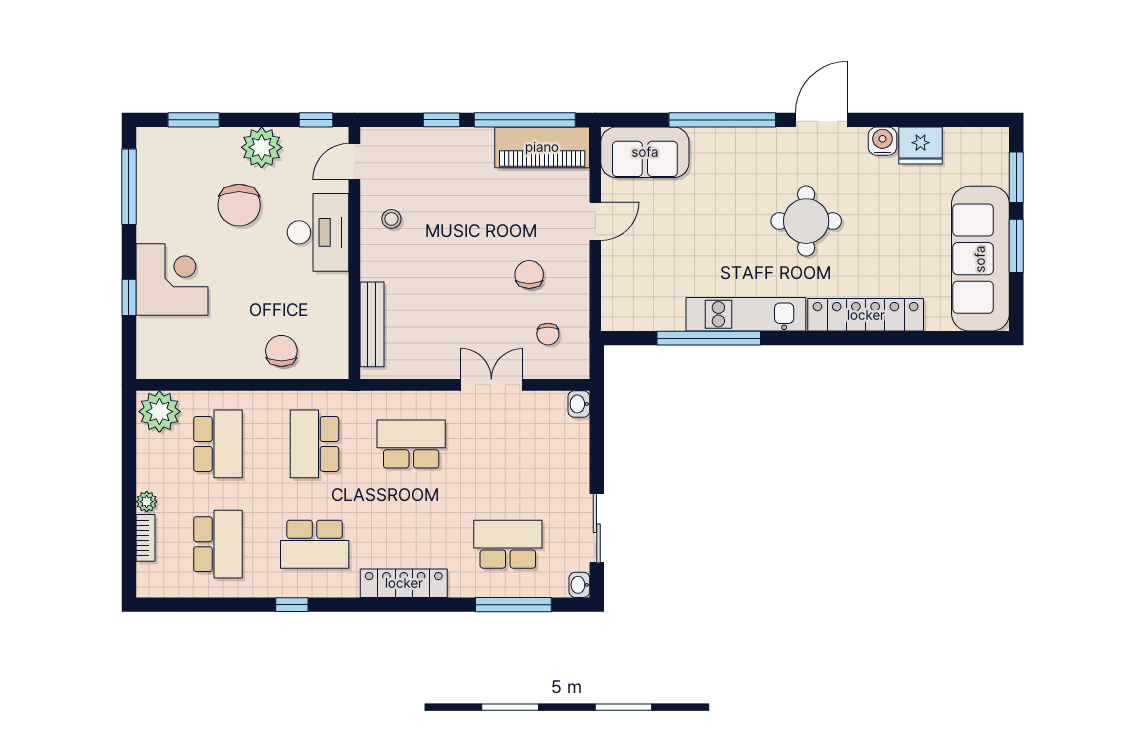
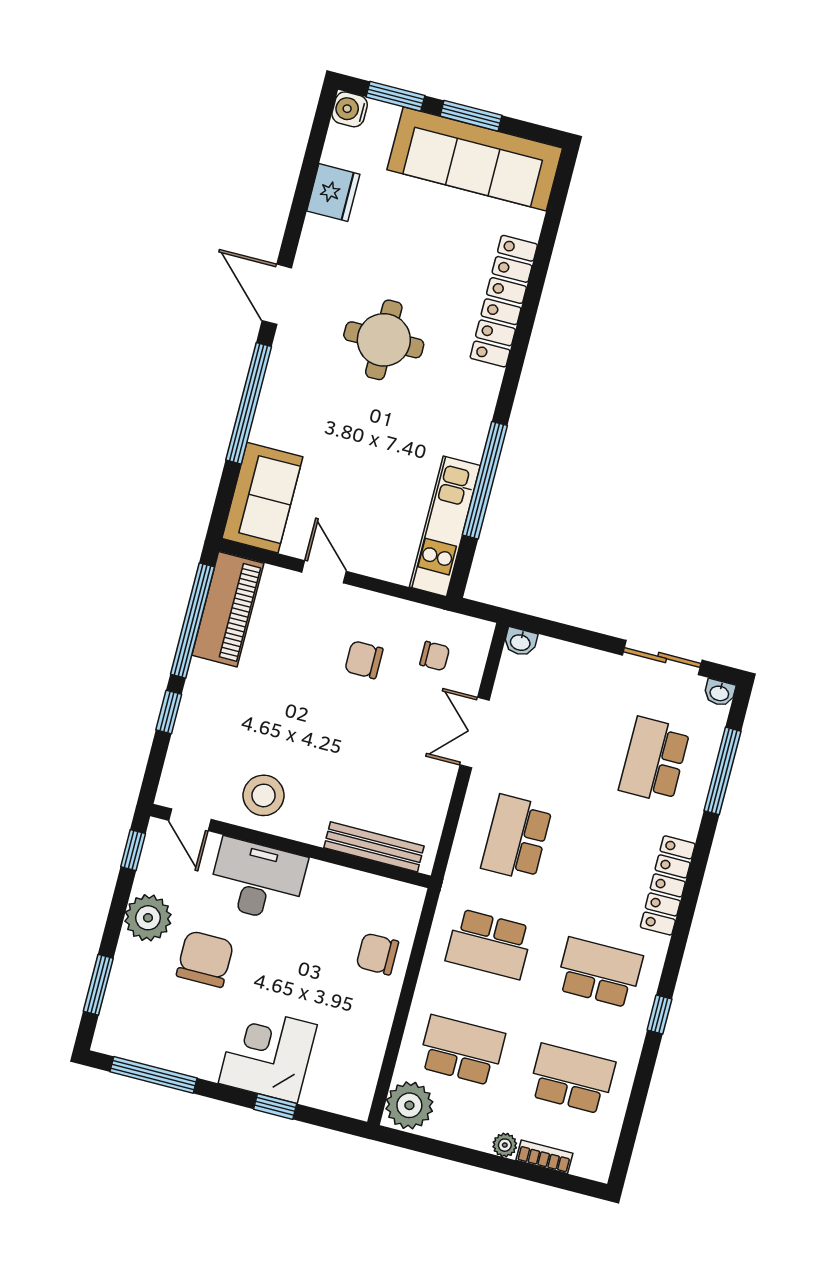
water cooler: (882, 141) -> (350, 109), moved
chair: (239, 205) -> (205, 959), turned -90
stool: (391, 219) -> (264, 795), width x1.89, depth x1.89
kitchen unit: (746, 314) -> (445, 526), moved
school desk: (315, 544) -> (599, 972), turned -90

